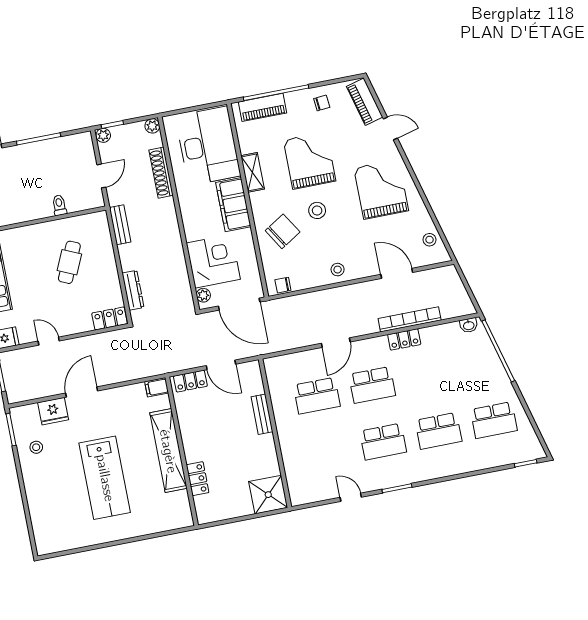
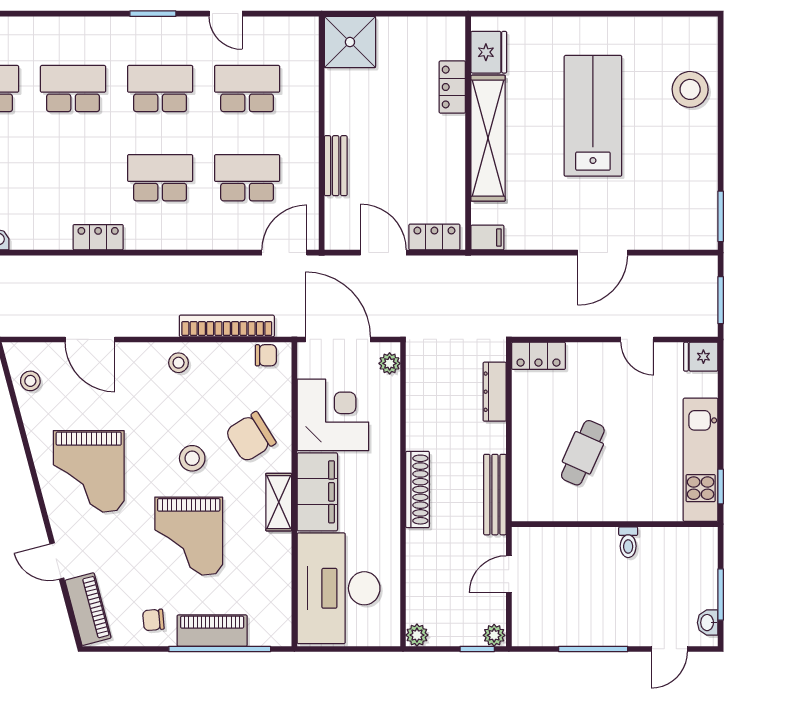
piano: (263, 107) -> (212, 631), moved
shelving: (253, 172) -> (279, 502), moved
shoe rack: (161, 173) -> (418, 490), moved
toilet: (59, 205) -> (628, 542), moved
bench: (120, 225) -> (495, 495), width x1.36
corner desk: (213, 261) -> (333, 415), moved, turned 180
bookcase: (410, 319) -> (227, 326), moved, turned 180
door: (336, 343) -> (284, 253), moved
fridge: (53, 411) -> (489, 52), moved, turned 90
stool: (36, 447) -> (690, 89), moved, width x1.89, depth x1.89
school desk: (328, 452) -> (247, 89), added

